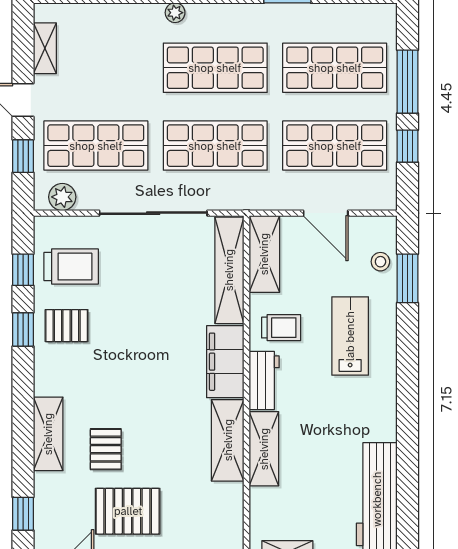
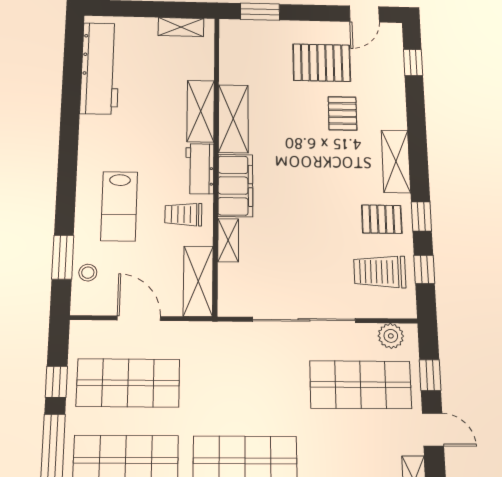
shop shelf: (215, 146) -> (245, 384), removed
shelving: (229, 270) -> (228, 240), width x0.45, depth x0.75
shelving: (48, 434) -> (396, 161), moved

